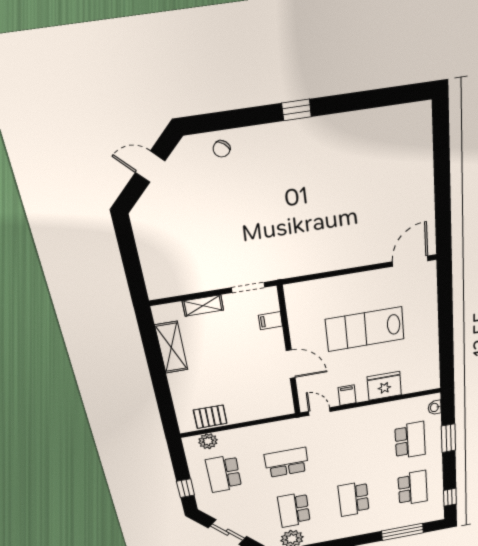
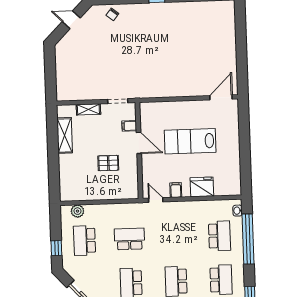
door: (291, 364) -> (139, 143), moved
pallet: (210, 417) -> (108, 163), moved
window: (448, 438) -> (248, 239), width x2.11

